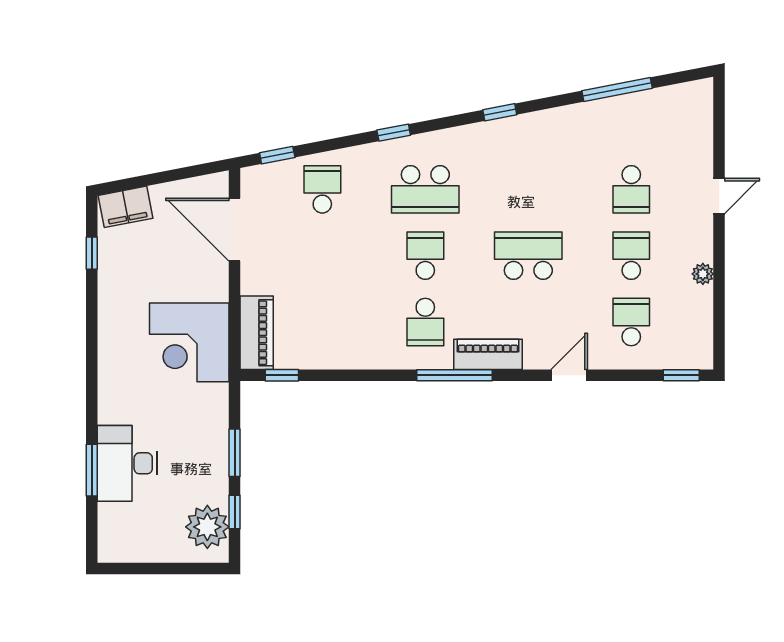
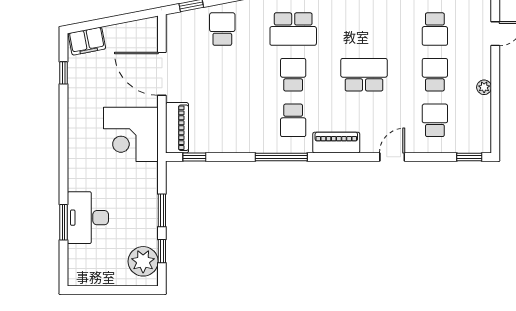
door: (235, 230) -> (162, 74), moved
window: (454, 375) -> (281, 157), moved

